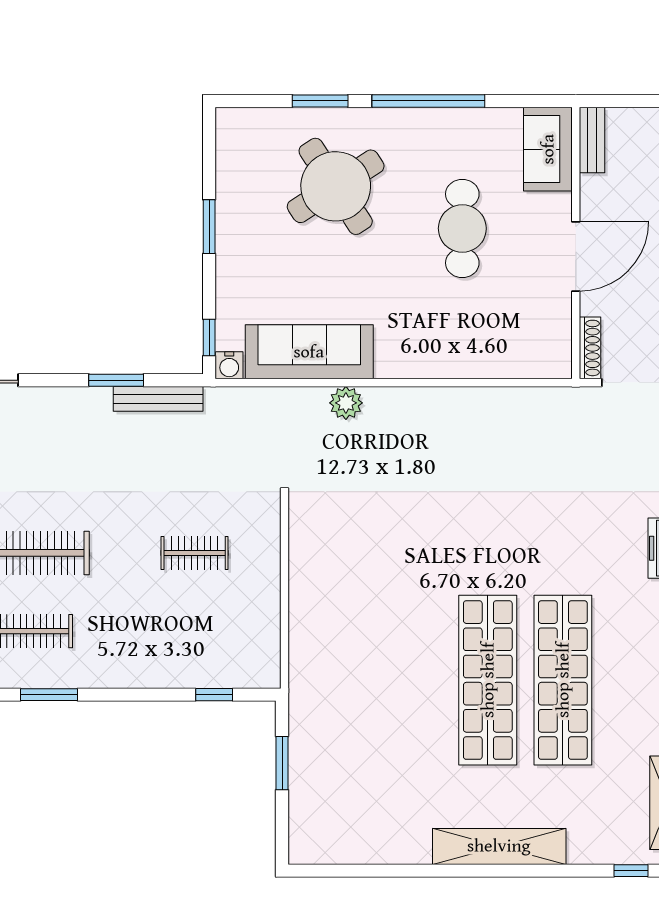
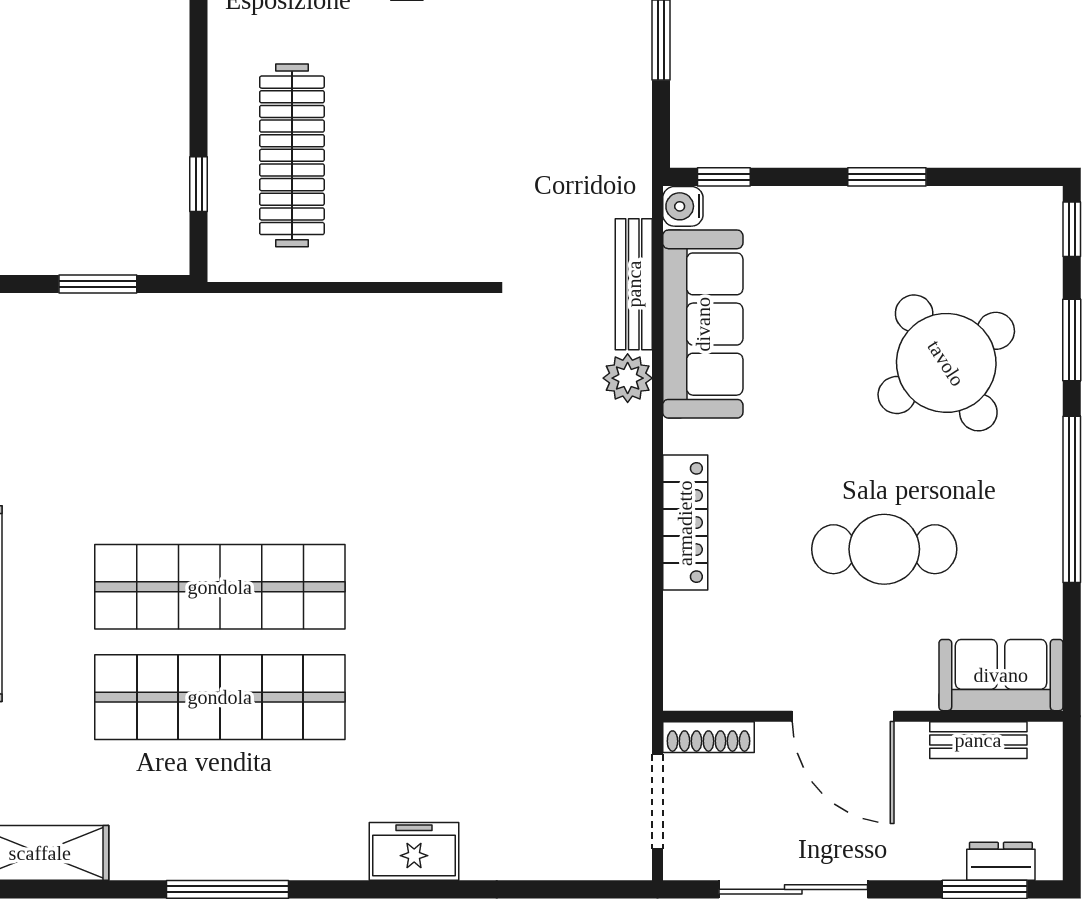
window: (245, 101) -> (1072, 229), added
bench: (592, 140) -> (978, 740), moved
locker: (444, 364) -> (685, 523), added
bench: (158, 399) -> (634, 284), moved
clothes rail: (195, 553) -> (292, 155), moved, width x1.86, depth x1.31

